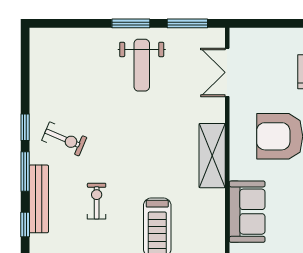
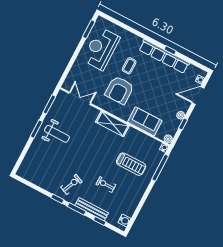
double door: (227, 72) -> (80, 98), swing flipped

